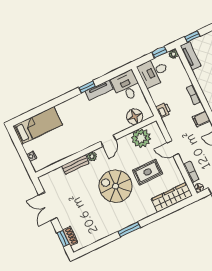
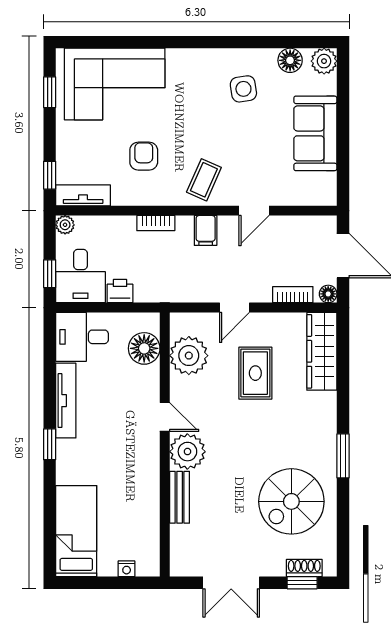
window: (160, 52) -> (50, 274), moved
window: (87, 87) -> (50, 444), moved
tv unit: (99, 90) -> (66, 401), width x1.41
printer: (163, 110) -> (120, 291), moved
plant: (92, 156) -> (187, 452), width x1.88, depth x1.88
spiral stairs: (116, 186) -> (291, 501), moved

